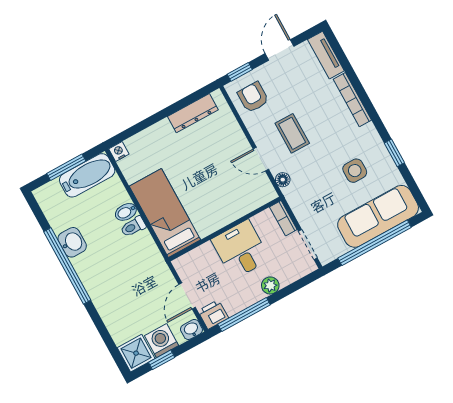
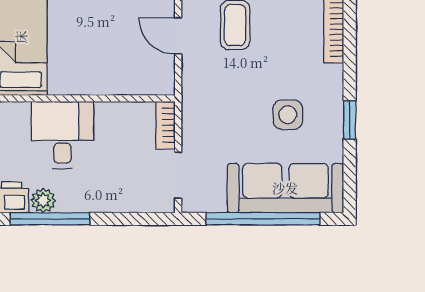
floor lamp: (283, 180) -> (191, 76), removed
desk: (241, 250) -> (63, 135), moved
plant: (270, 285) -> (43, 200), moved

